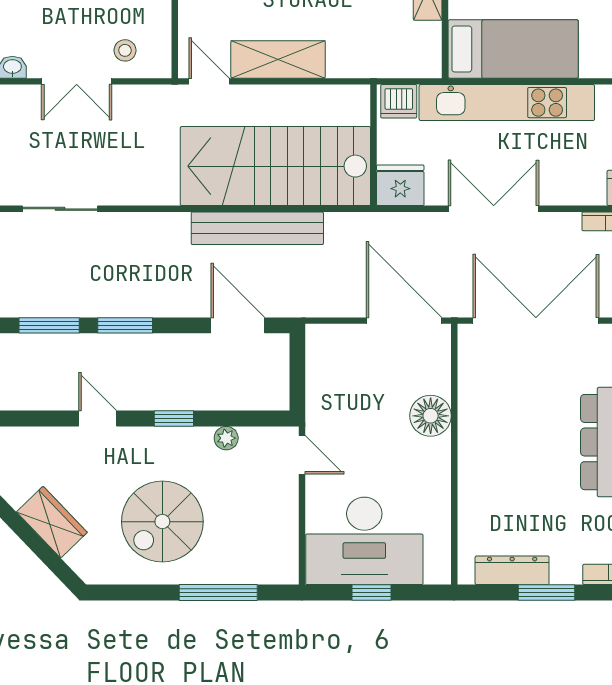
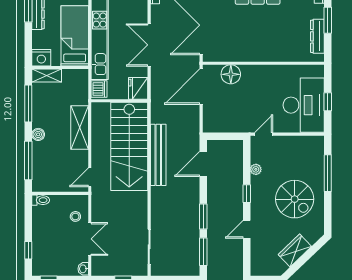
shelving: (278, 59) -> (80, 128), moved
floor lamp: (431, 416) -> (231, 74), moved

